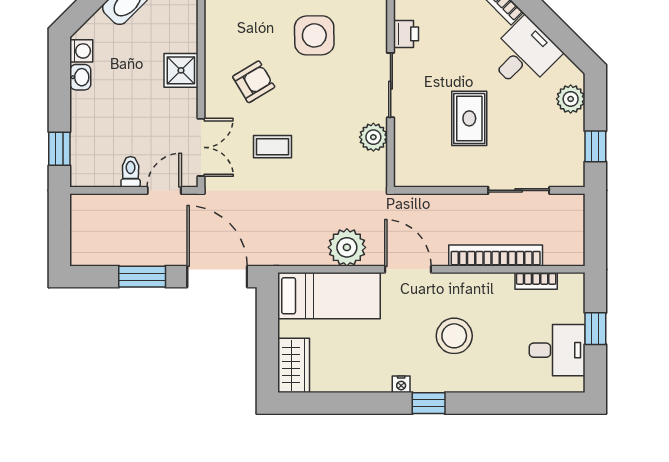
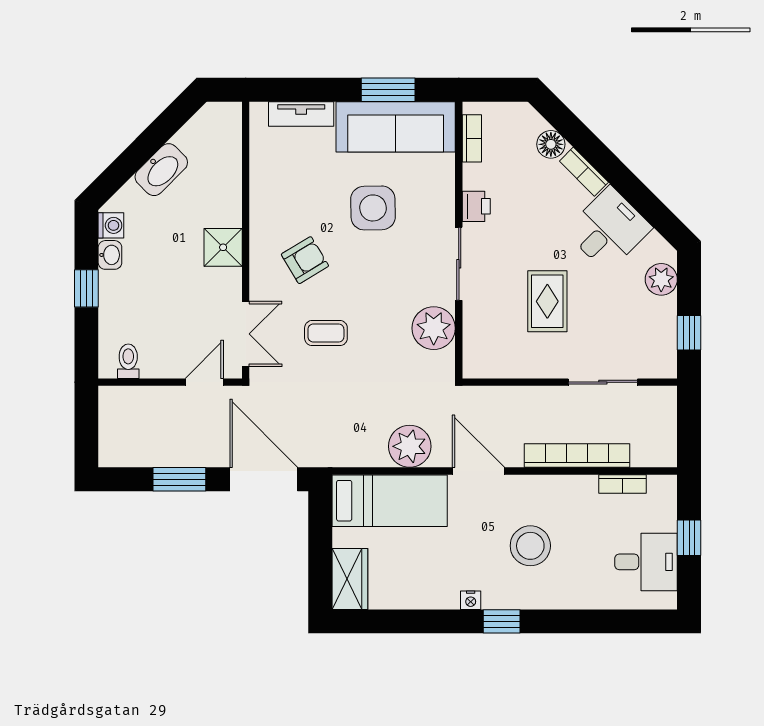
plant: (373, 137) -> (434, 328), width x1.36, depth x1.36
window: (59, 149) -> (86, 288), moved
toilet: (131, 172) -> (128, 361), moved

